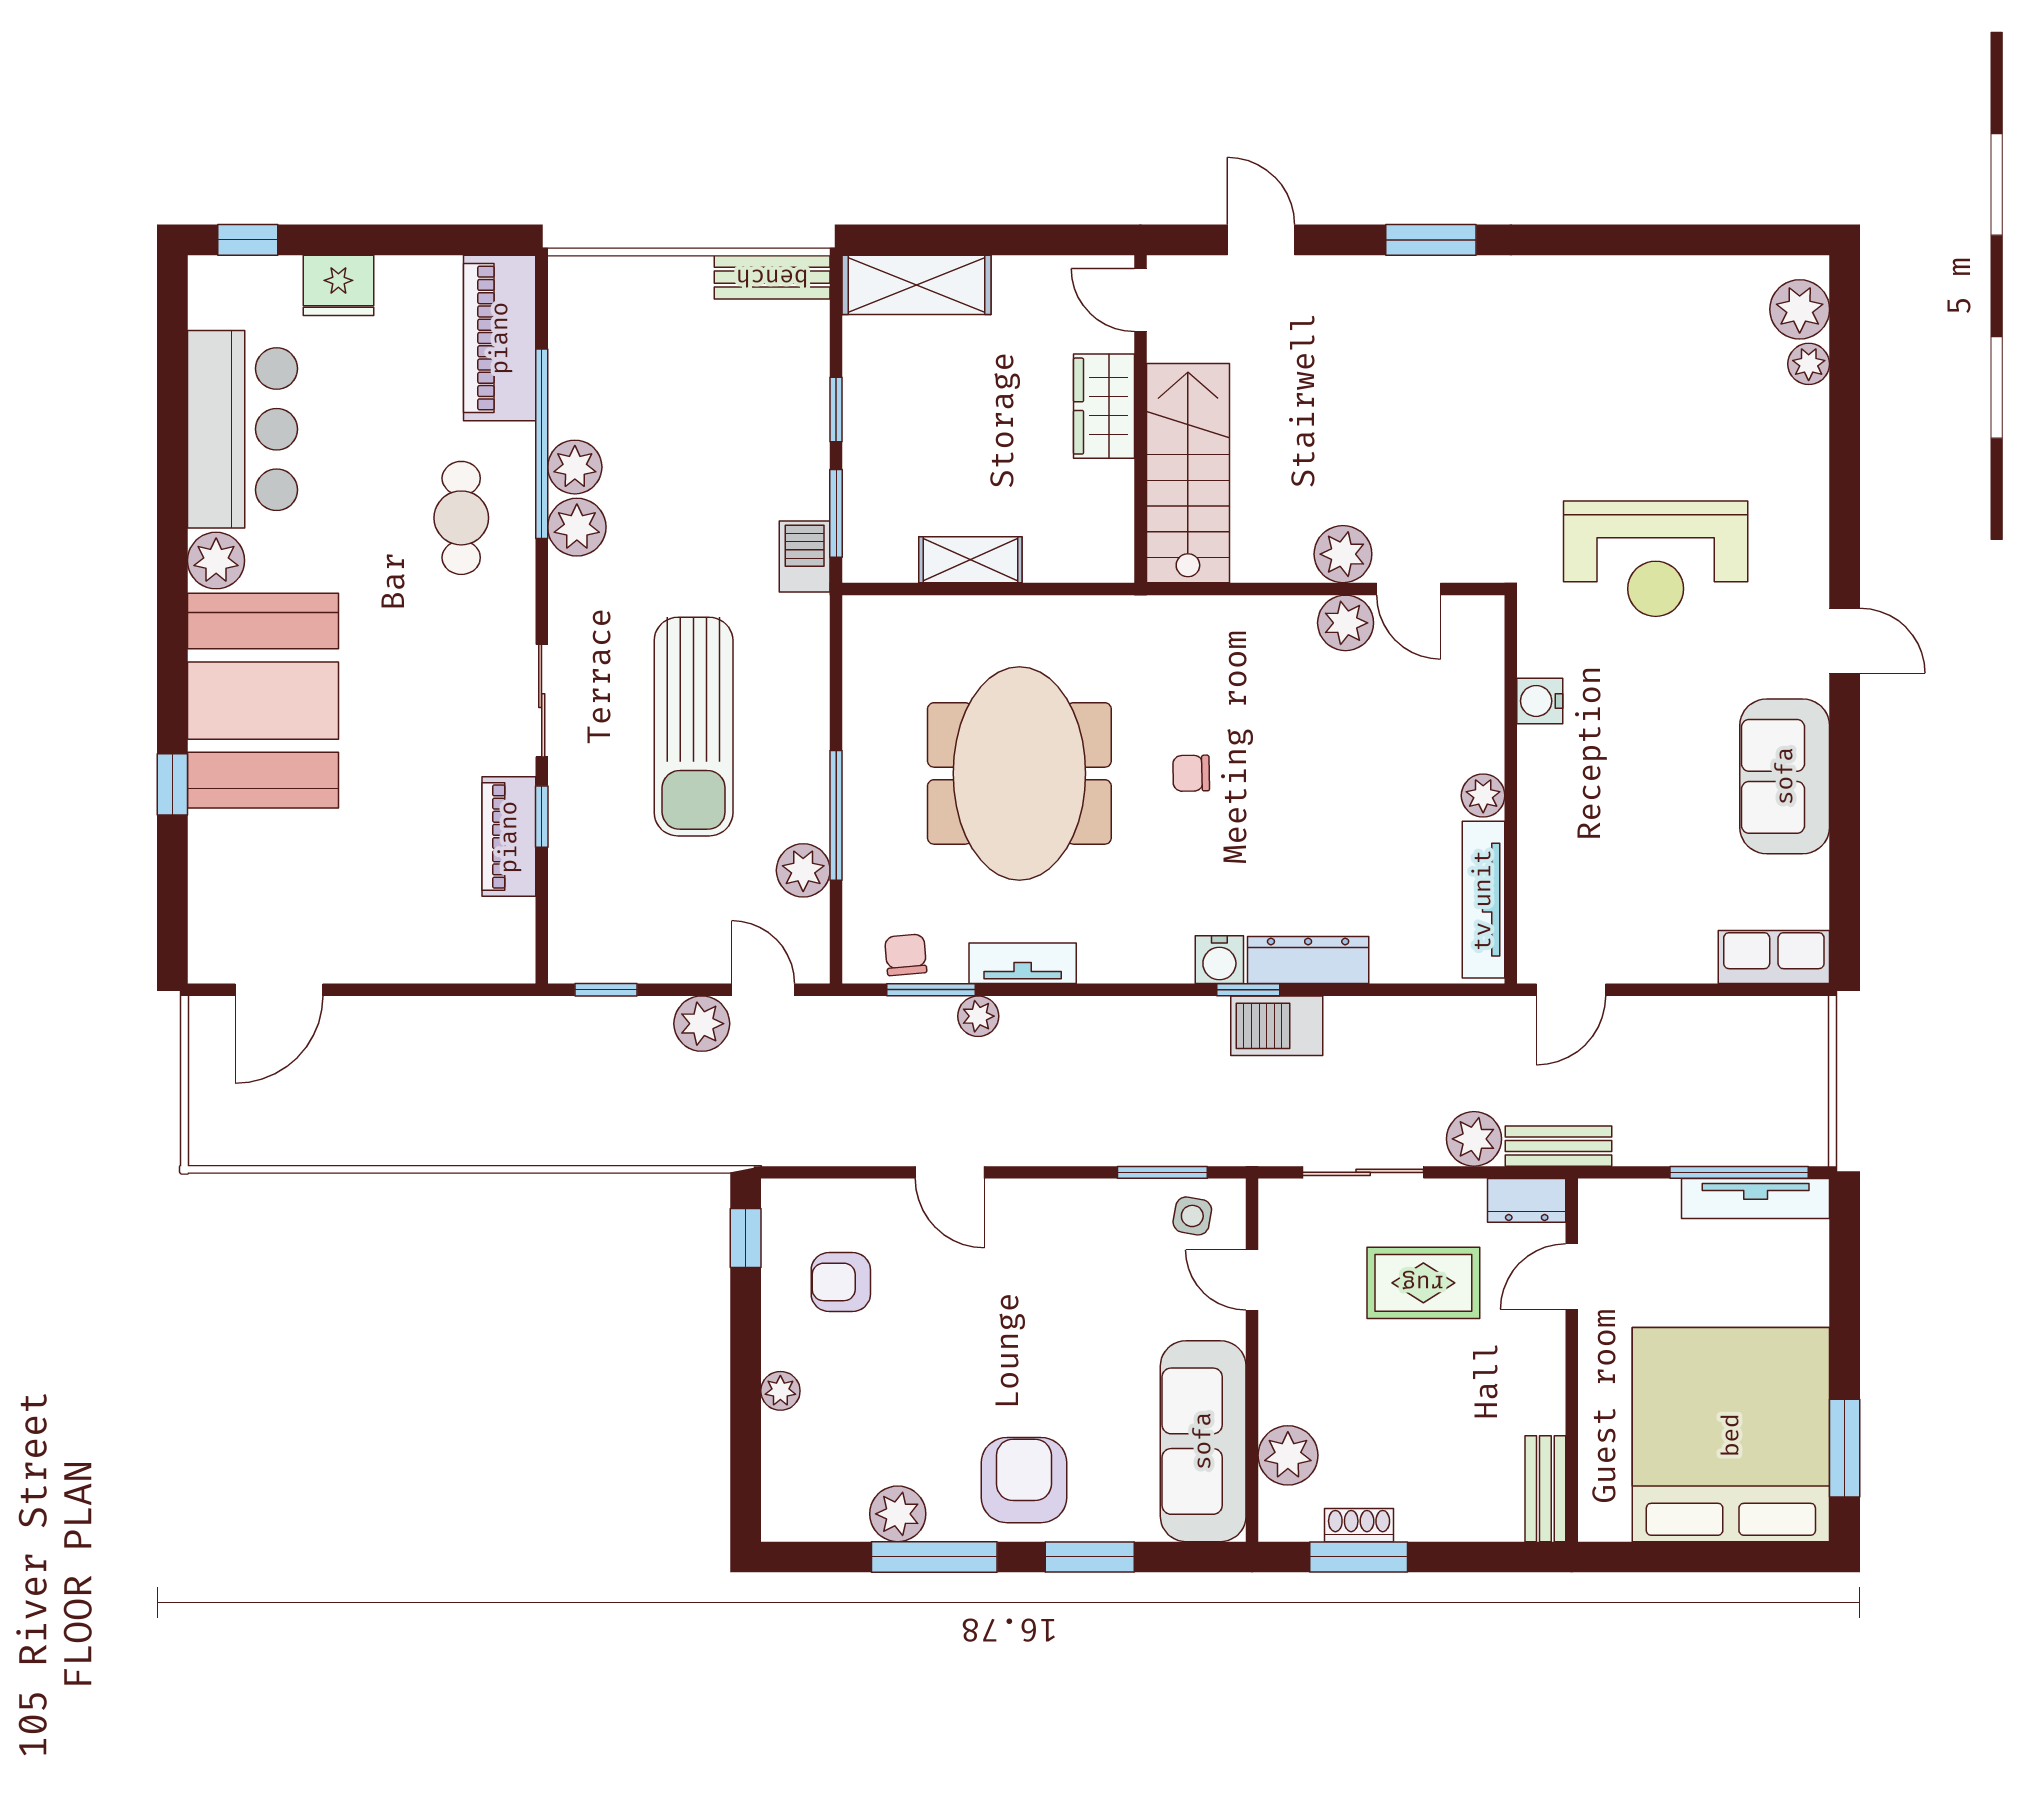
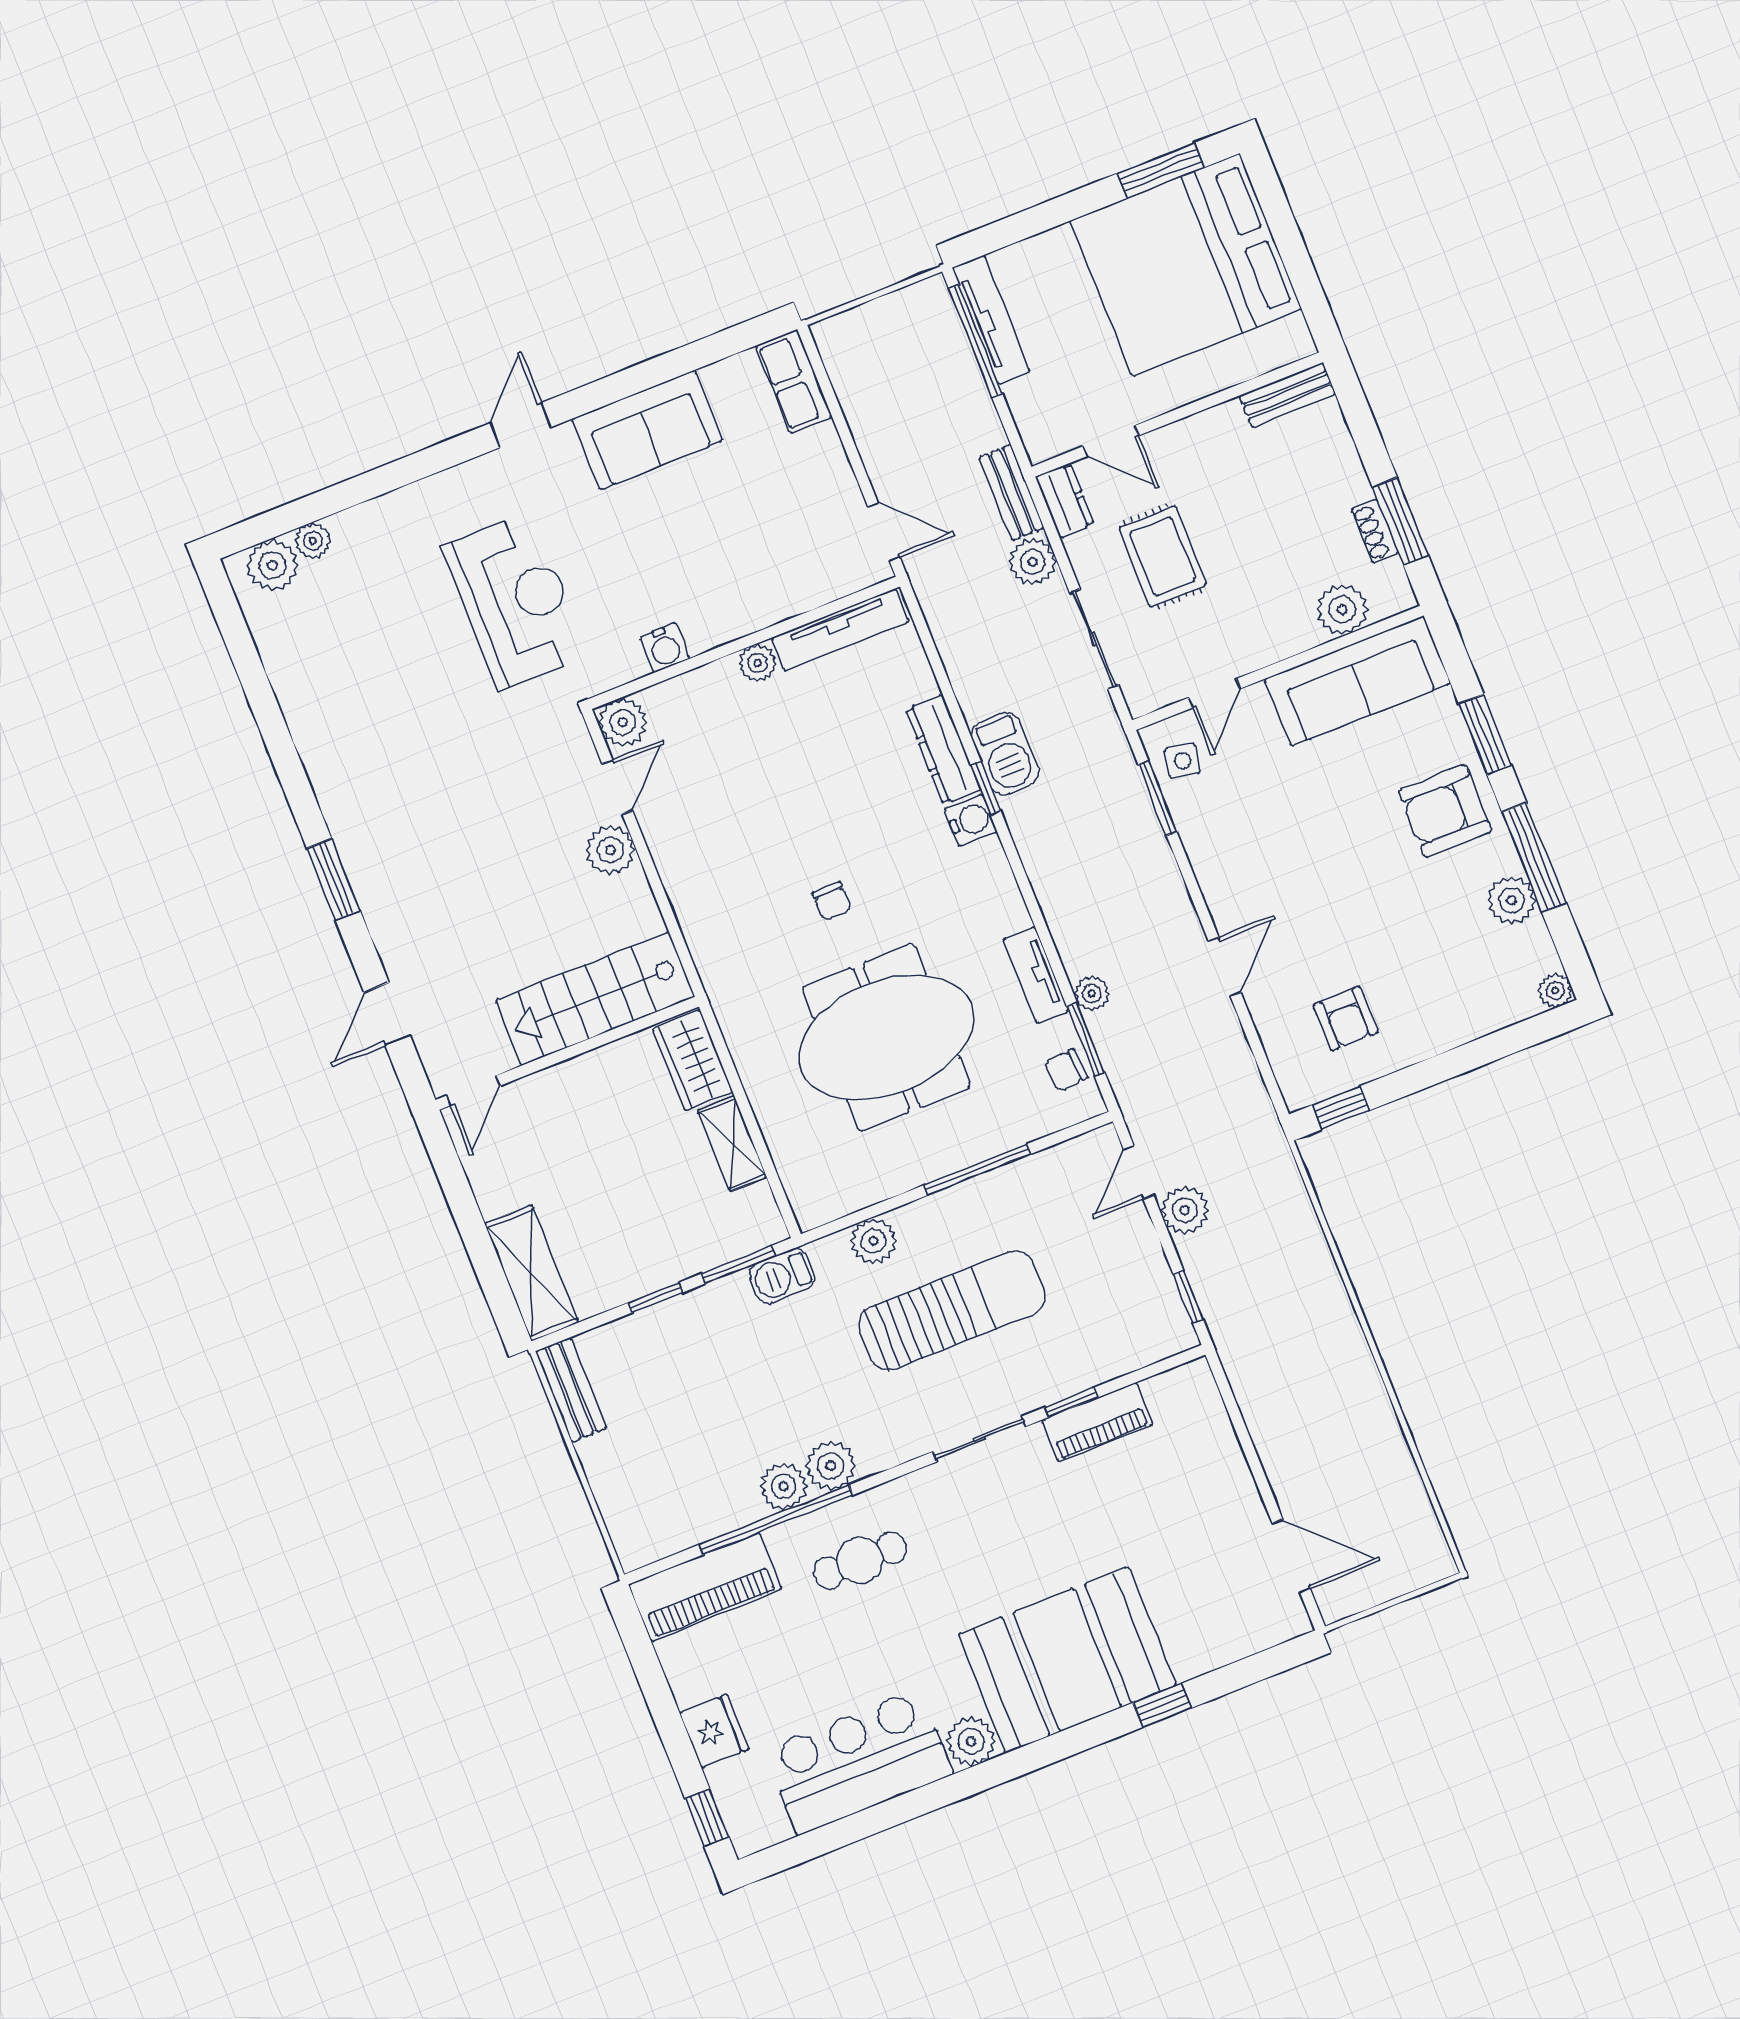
wardrobe: (1104, 406) -> (693, 1060), moved, turned 90
plant: (1346, 623) -> (623, 722), moved
plant: (803, 870) -> (873, 1241), moved
plant: (780, 1391) -> (1555, 991), moved

